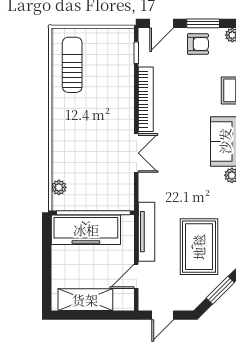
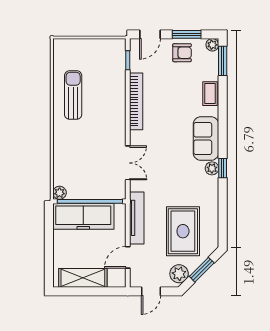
sun lounger: (72, 65) -> (73, 95), moved
double door: (136, 153) -> (128, 163), moved
plant: (59, 187) -> (60, 193), moved
plant: (195, 295) -> (179, 274), added

